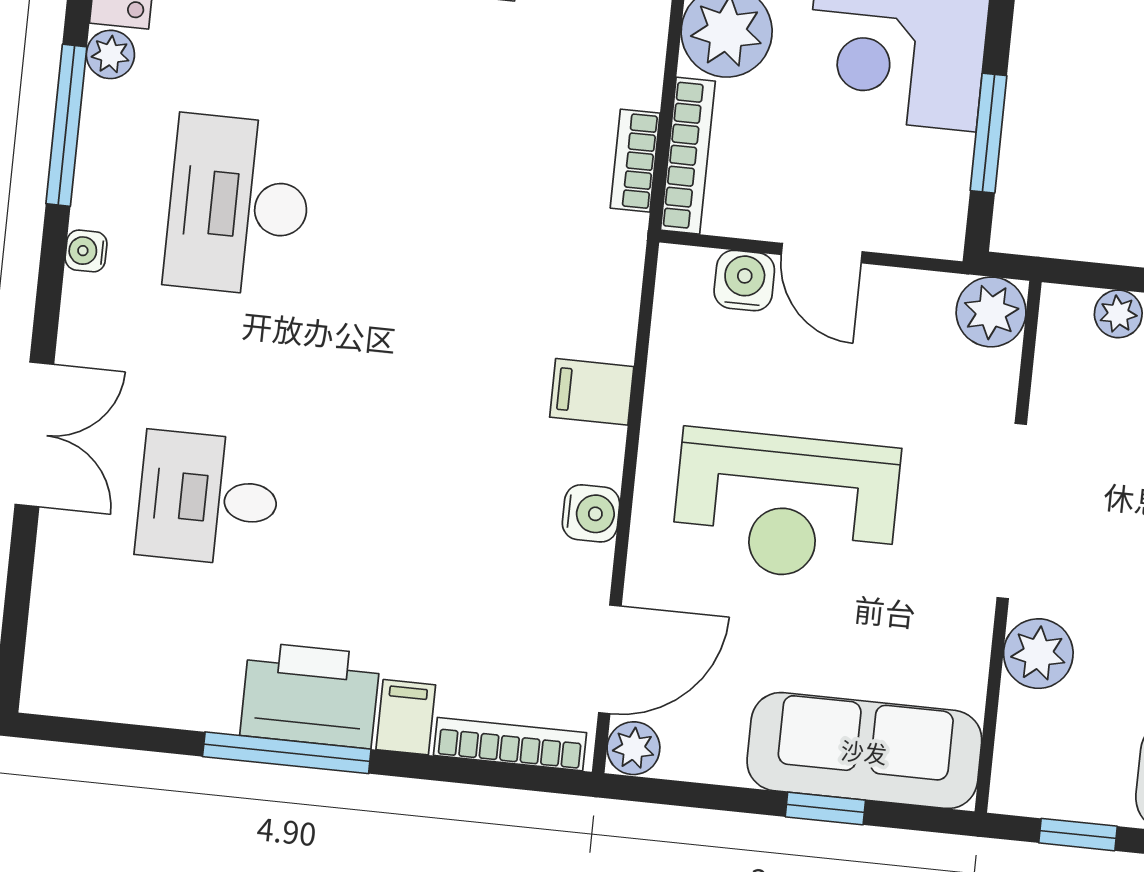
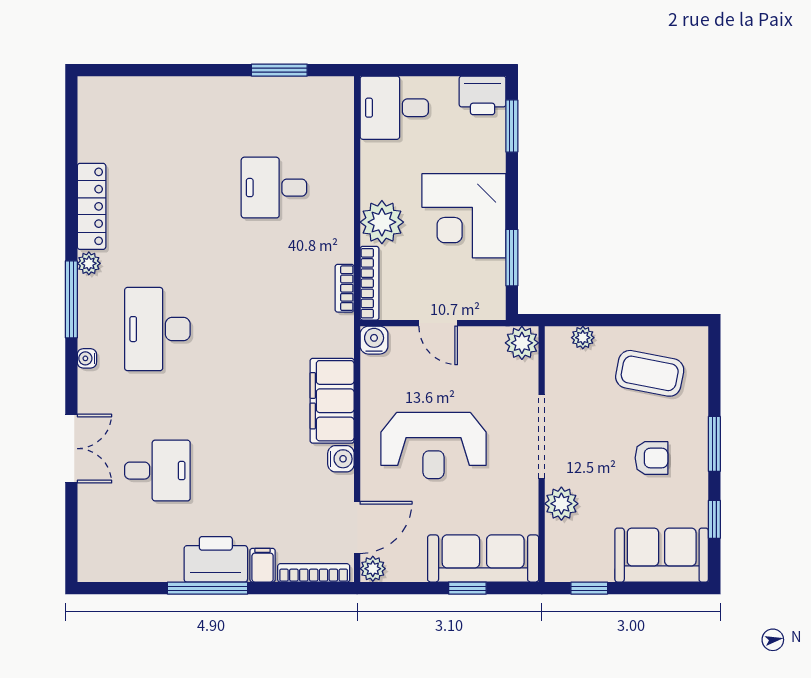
water cooler: (744, 281) -> (374, 340), moved
filing cabinet: (592, 392) -> (332, 401), width x3.00, depth x1.17
desk: (208, 498) -> (157, 471), turned 180

